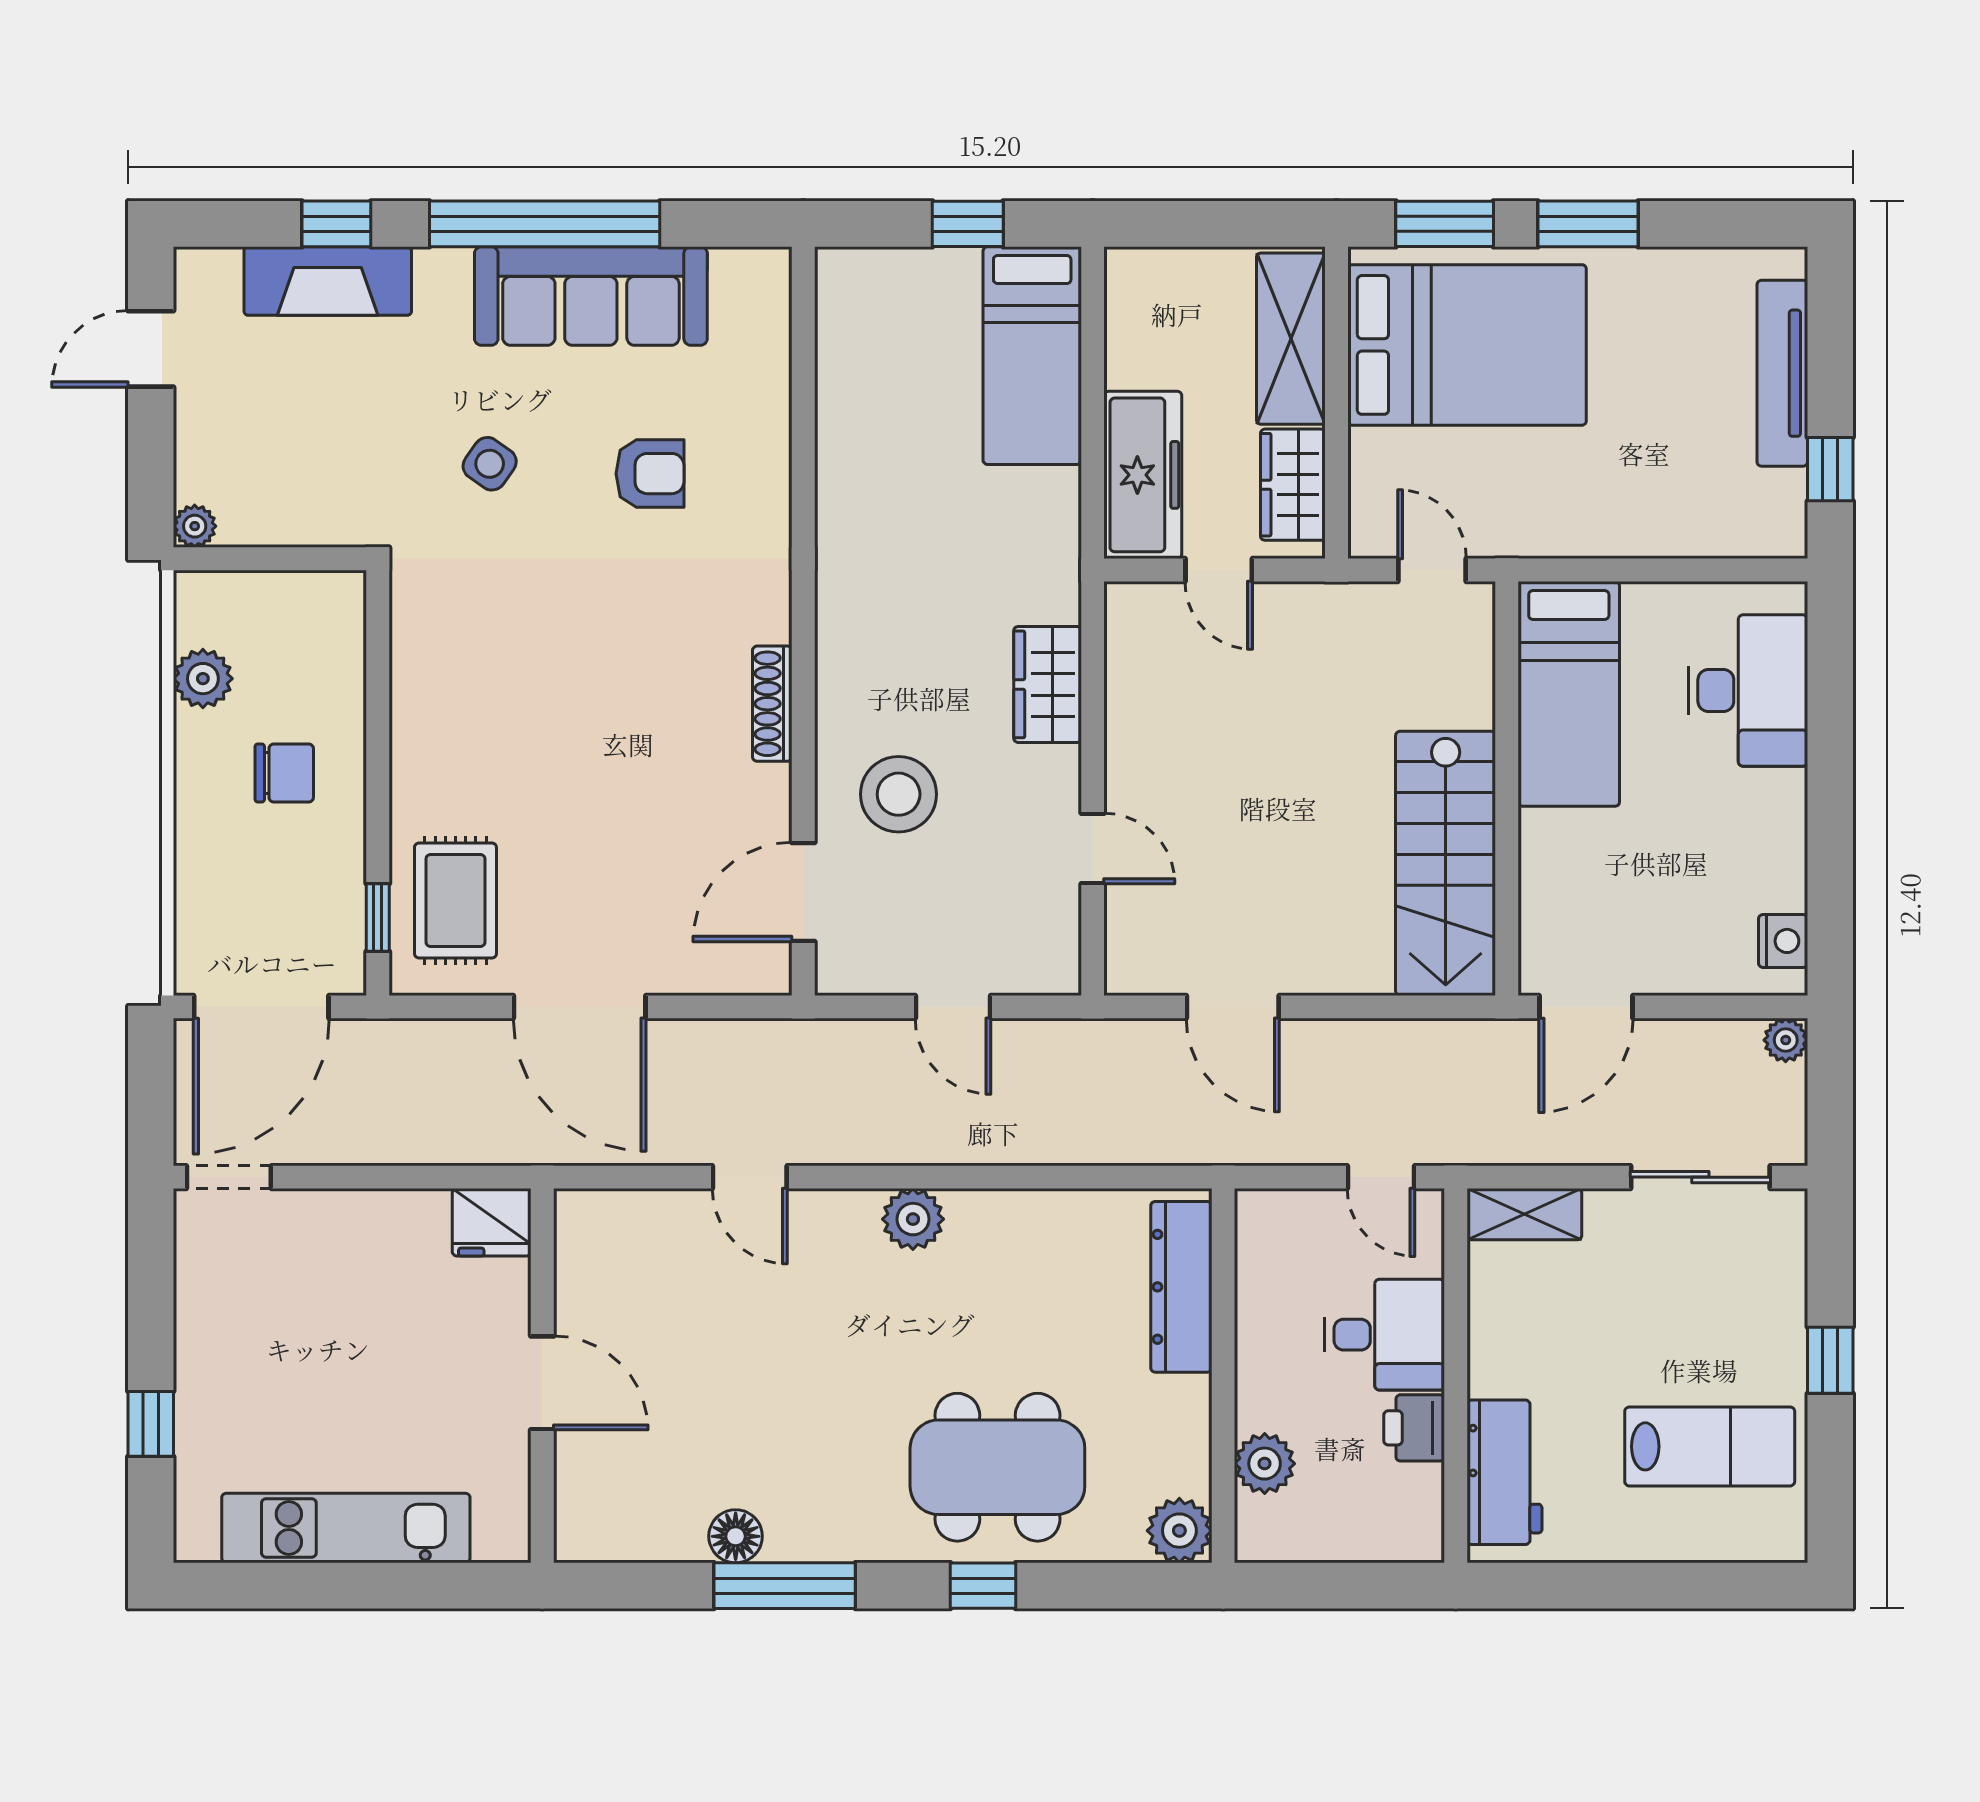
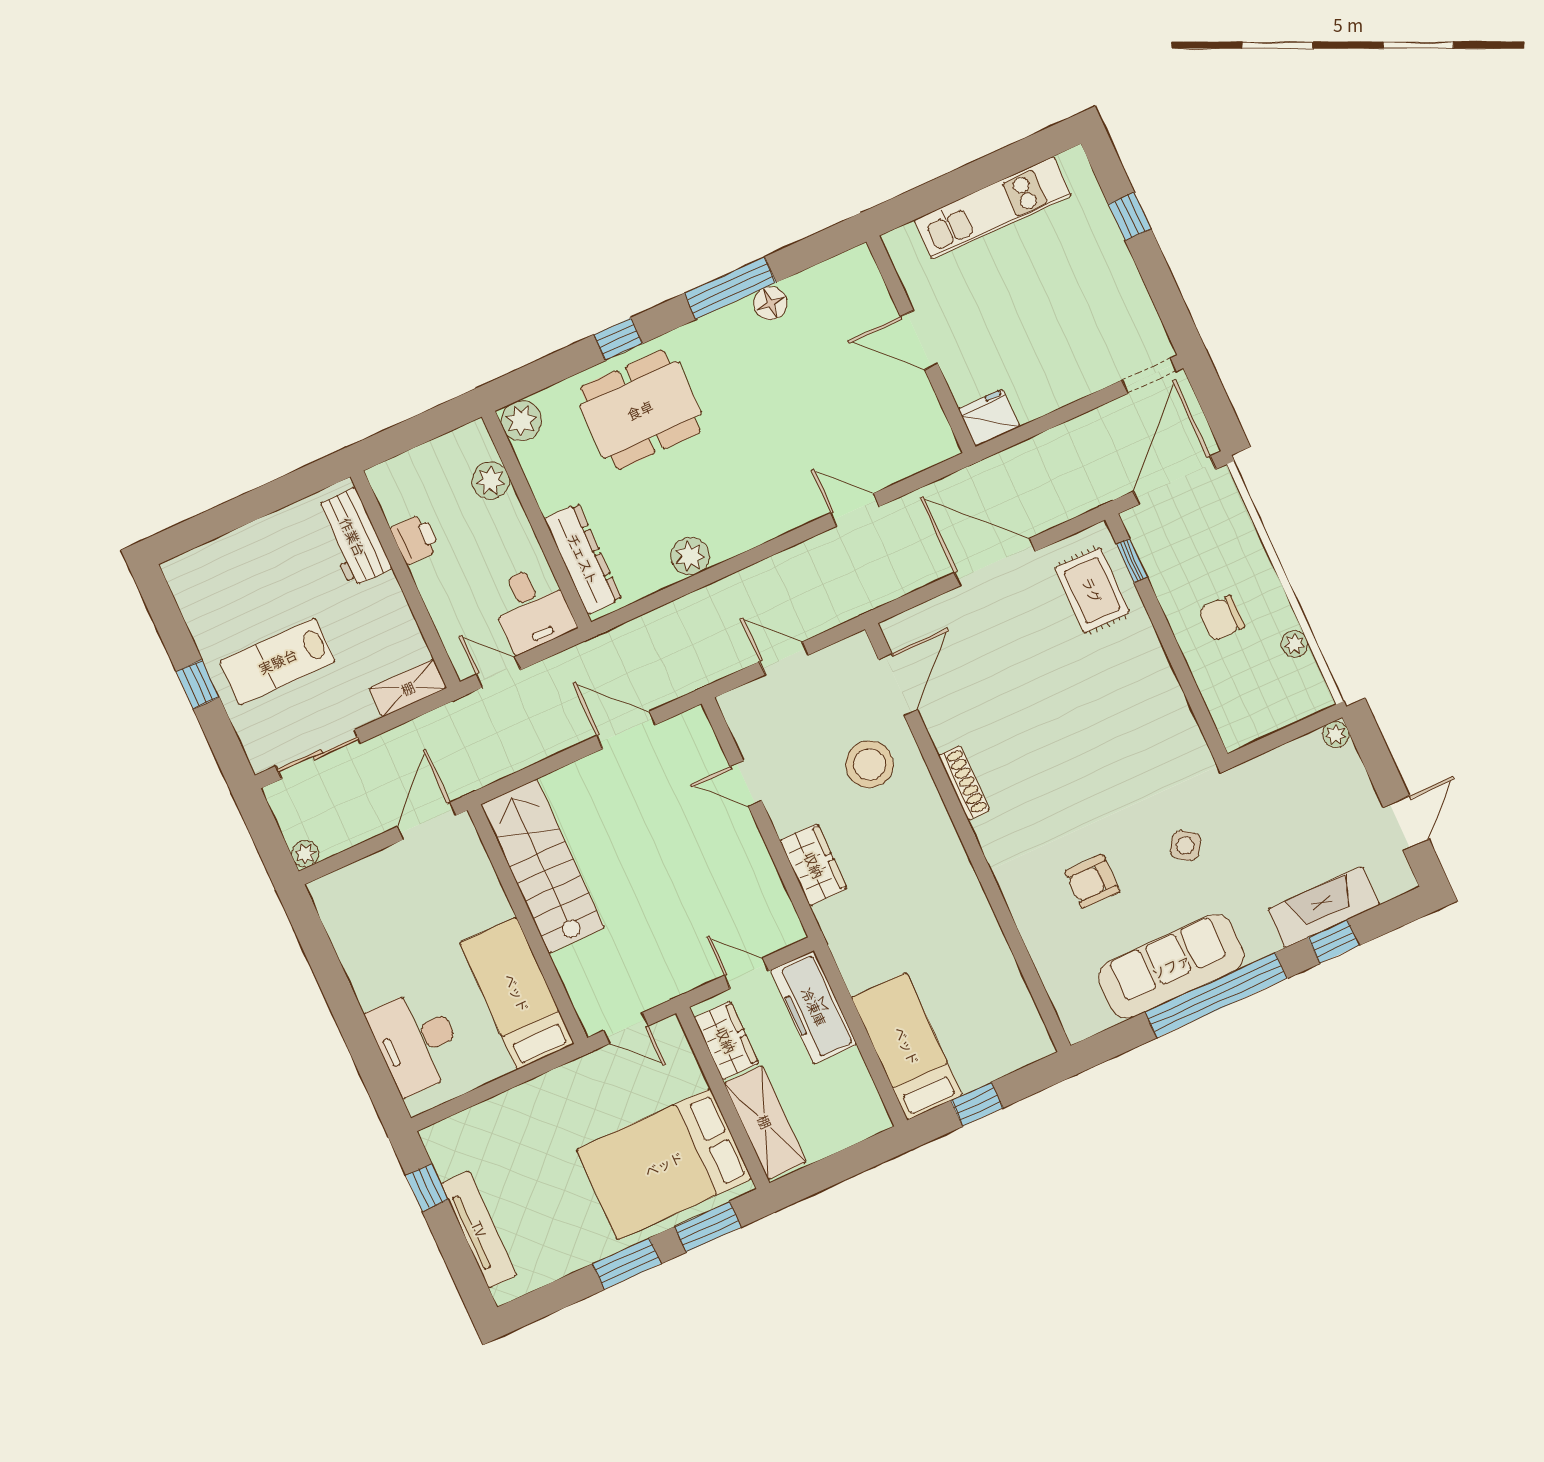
plant: (203, 679) -> (1294, 644), width x0.73, depth x0.73
nightstand: (1783, 941) -> (332, 909), removed
plant: (913, 1219) -> (690, 556), moved
desk: (1385, 1335) -> (532, 609), moved, turned -90
lab bench: (1710, 1446) -> (278, 661), moved

